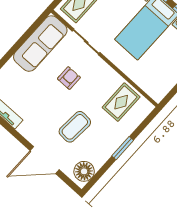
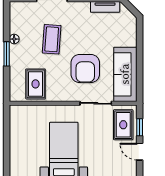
armchair: (69, 78) -> (85, 69), width x1.88, depth x1.88
floor lamp: (84, 171) -> (14, 39), moved, width x0.53, depth x0.53

